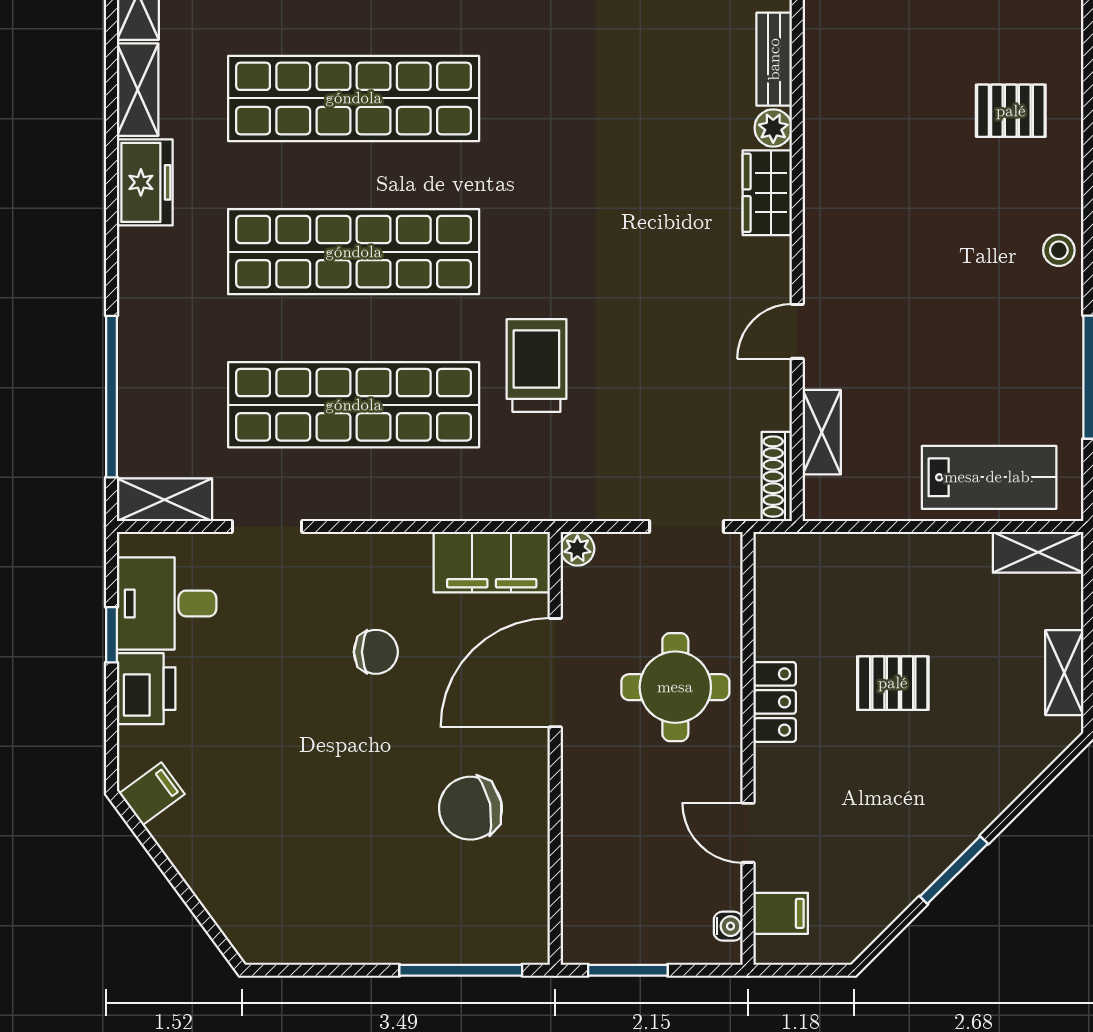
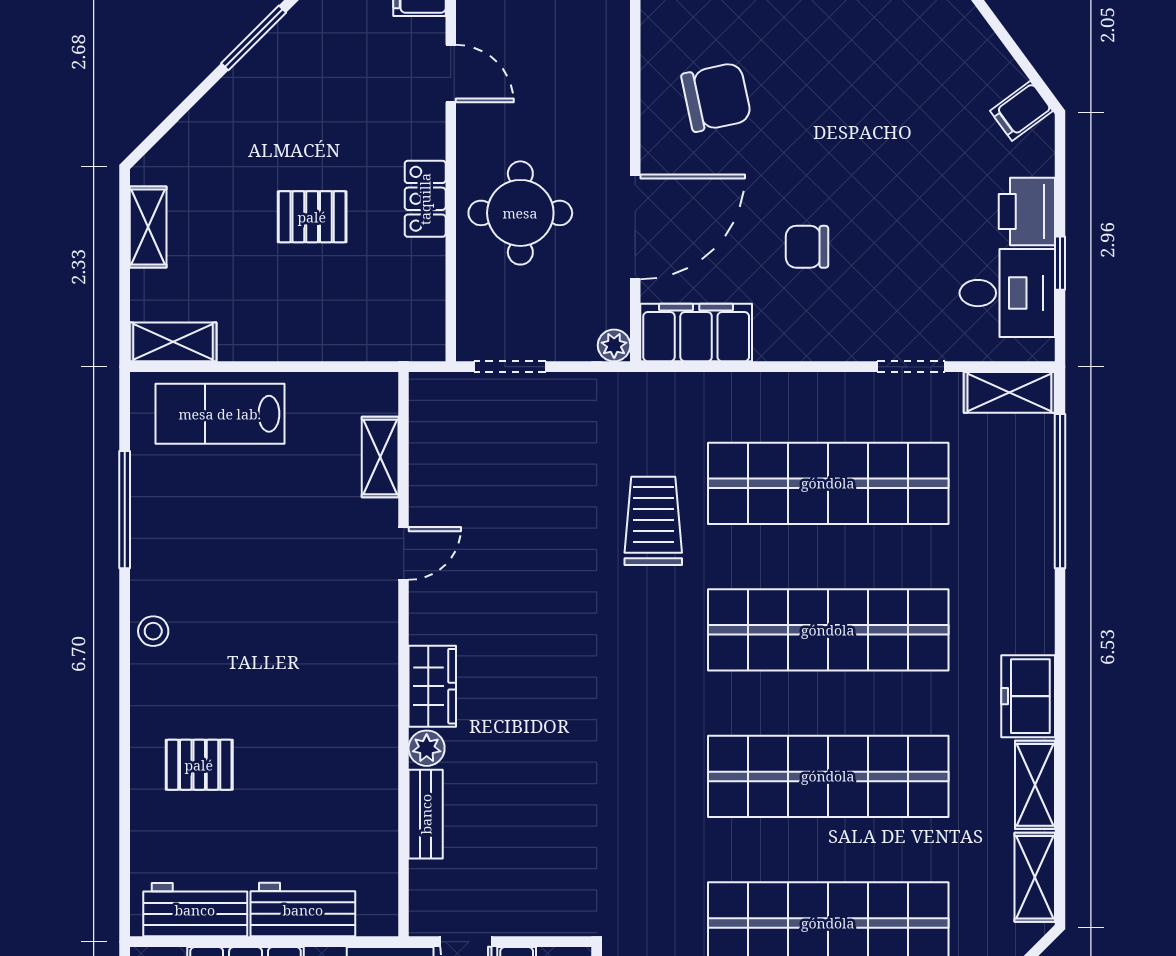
trolley: (536, 365) -> (653, 521), turned 180
shoe rack: (777, 477) -> (423, 415), removed

